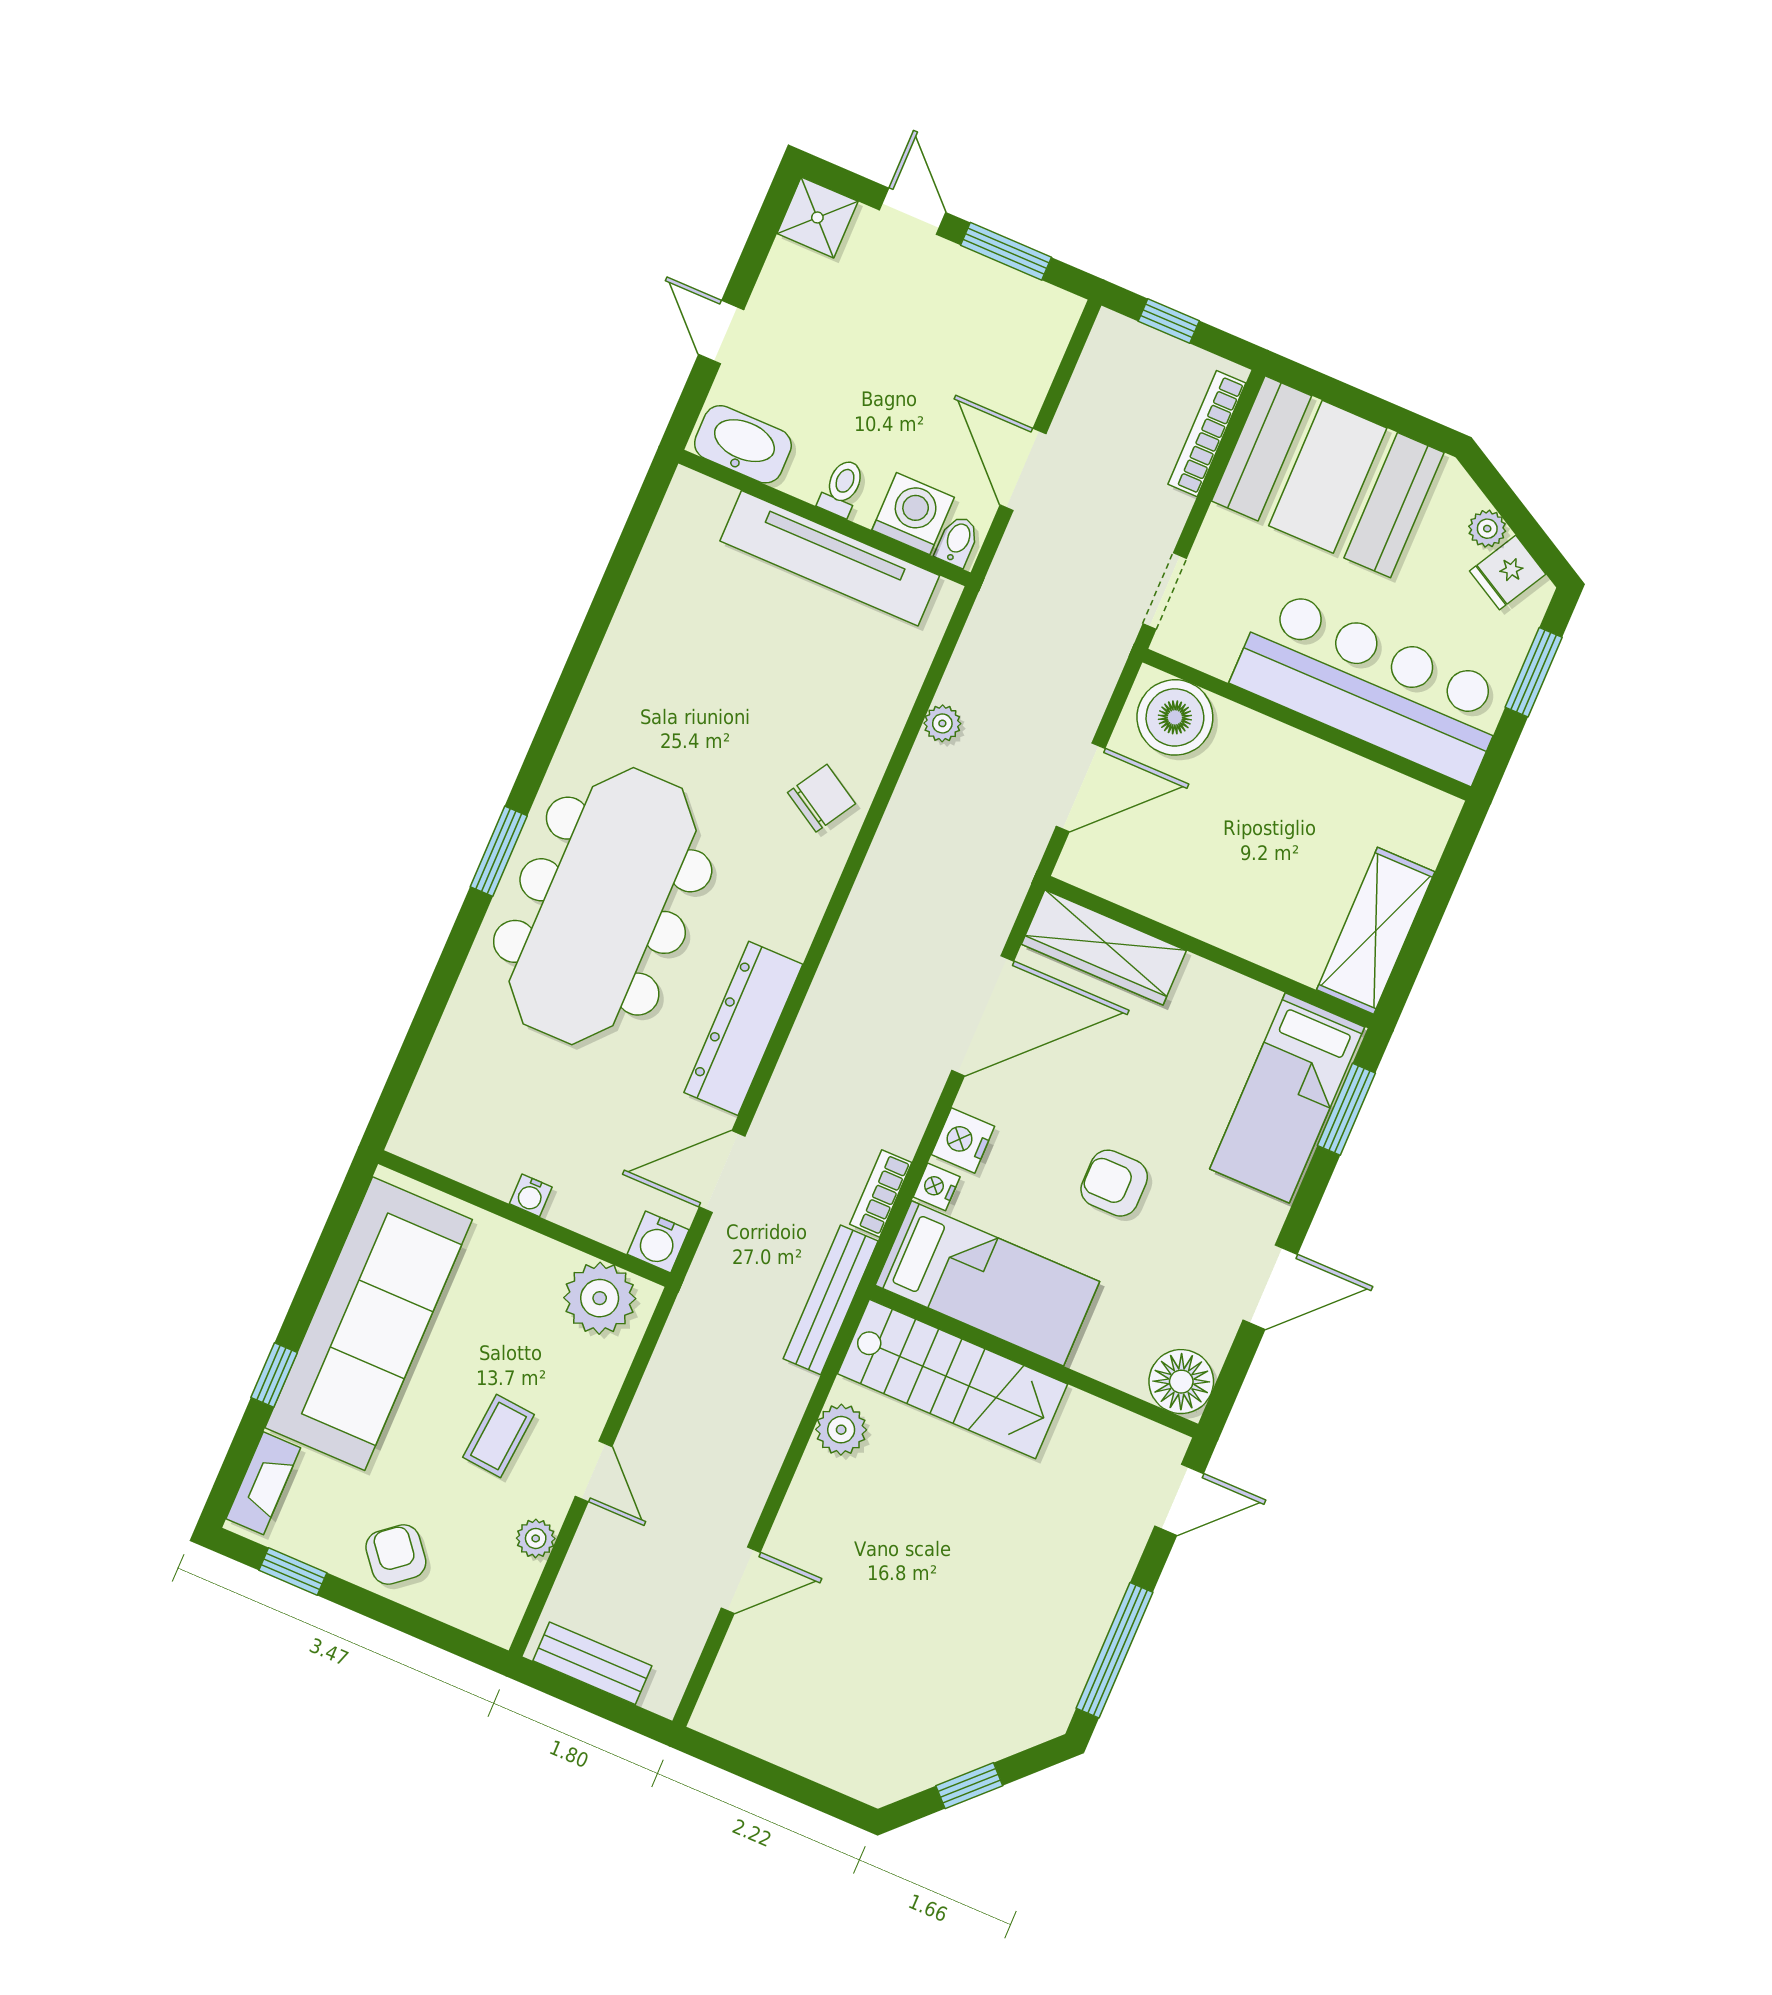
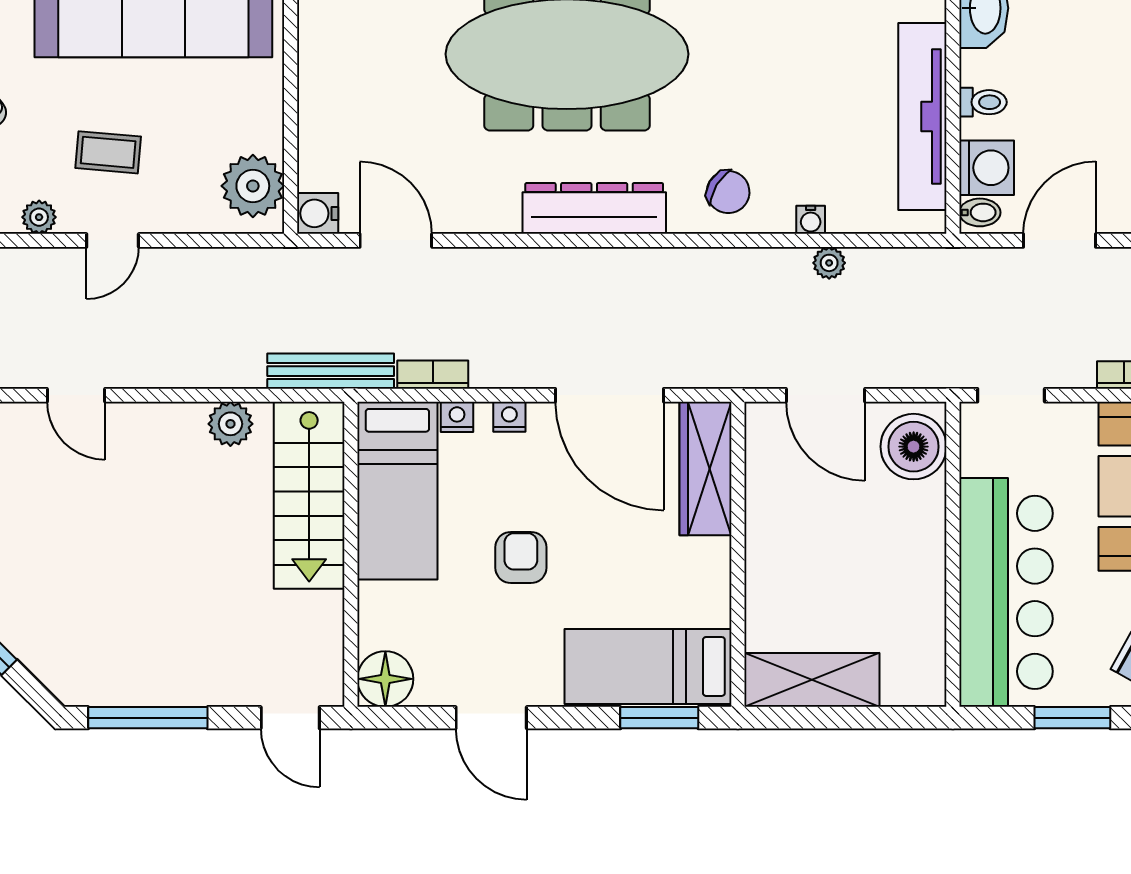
dresser: (743, 1028) -> (594, 208), moved
nightstand: (963, 1140) -> (509, 417), width x0.72, depth x0.74
water cooler: (531, 1195) -> (811, 220), moved, turned -90

